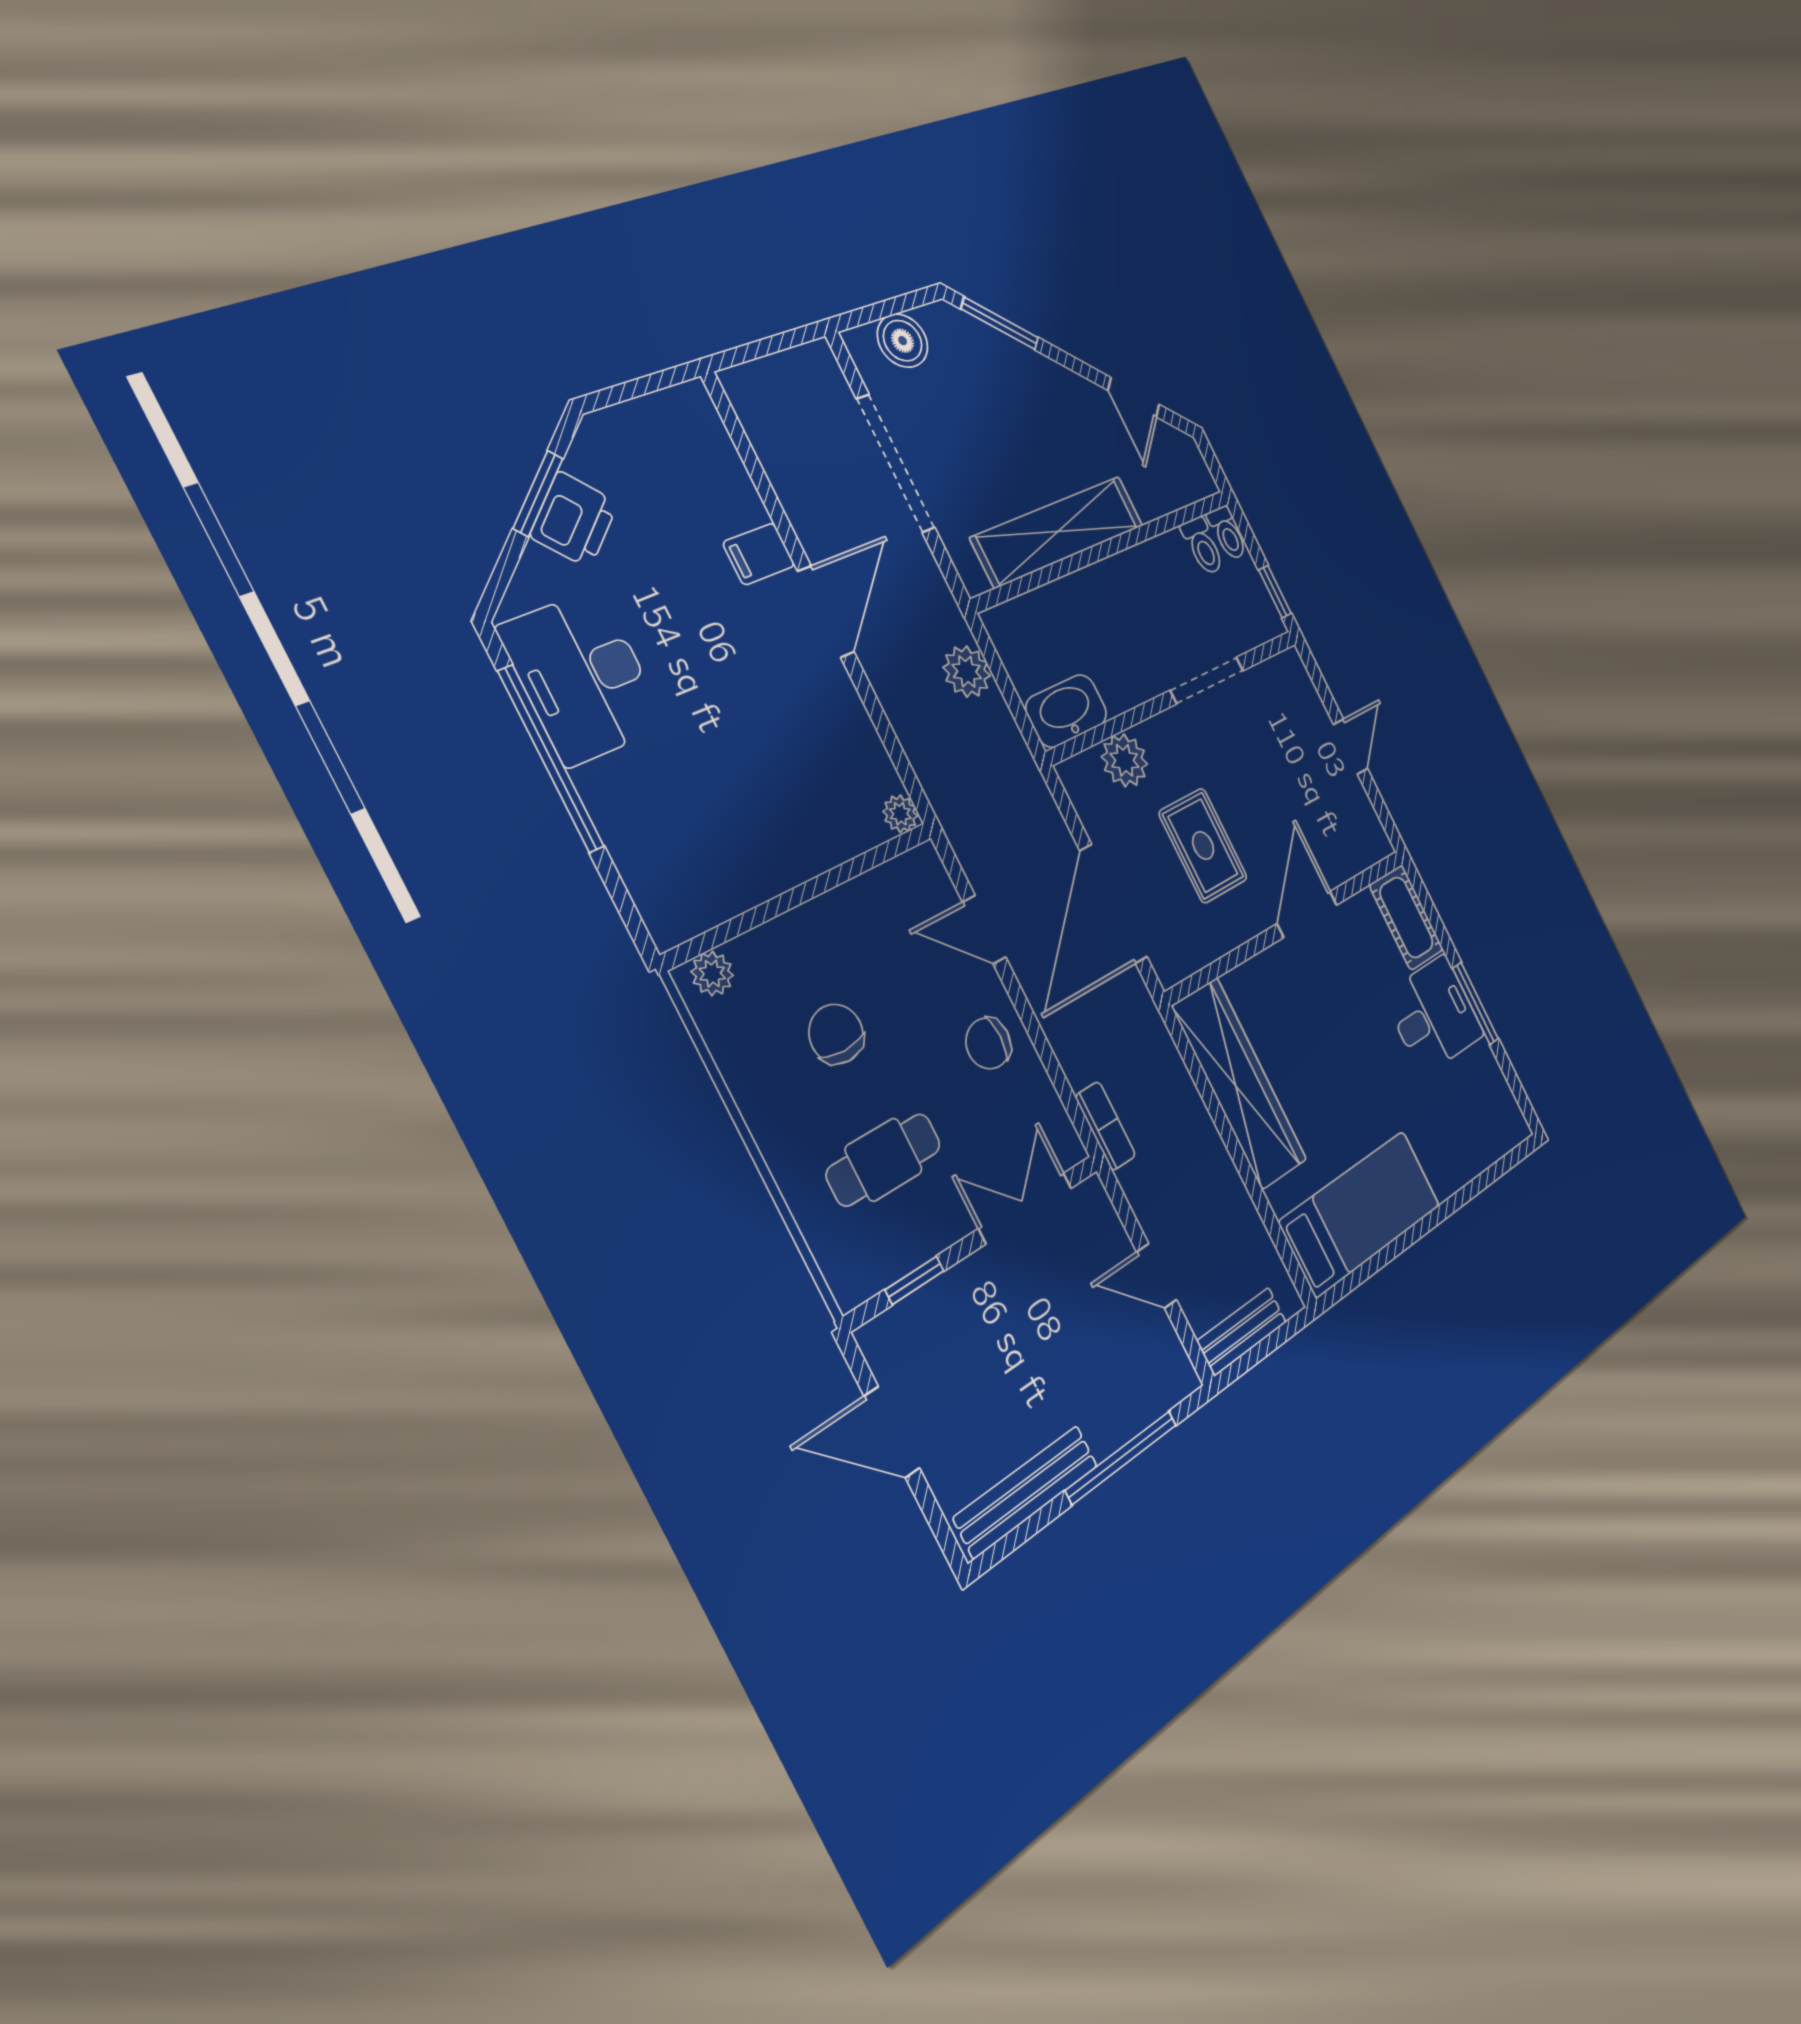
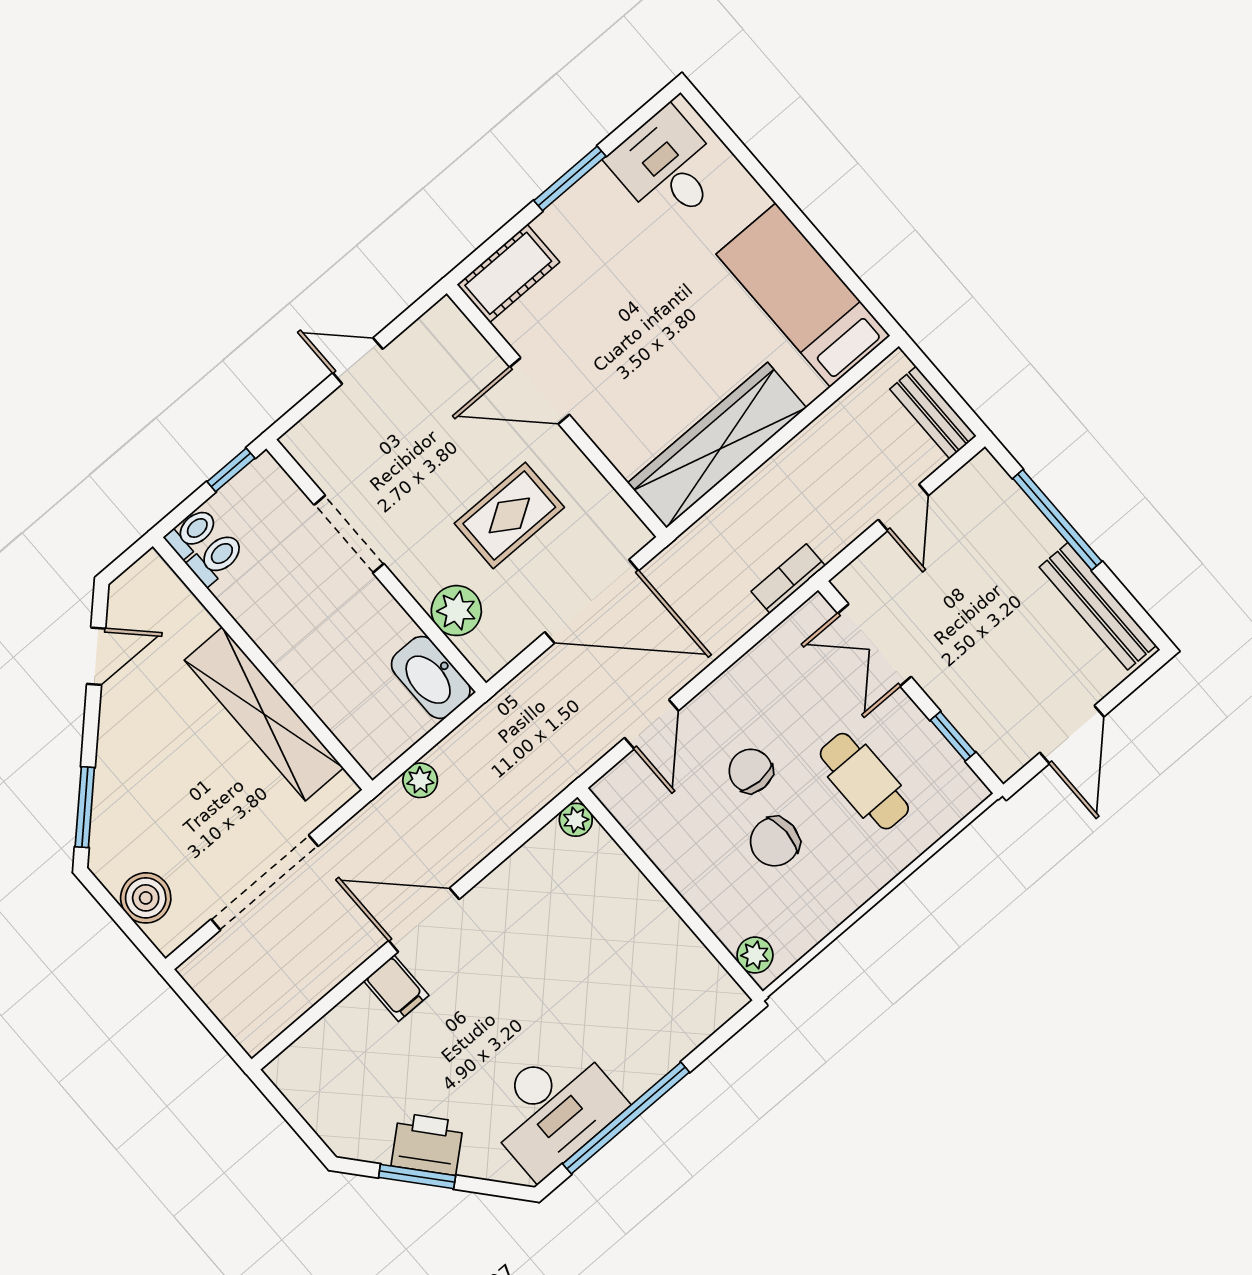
plant: (967, 672) -> (420, 780), width x0.73, depth x0.73
desk: (1434, 1015) -> (667, 167), moved
chair: (988, 1043) -> (751, 771), moved, turned 180

